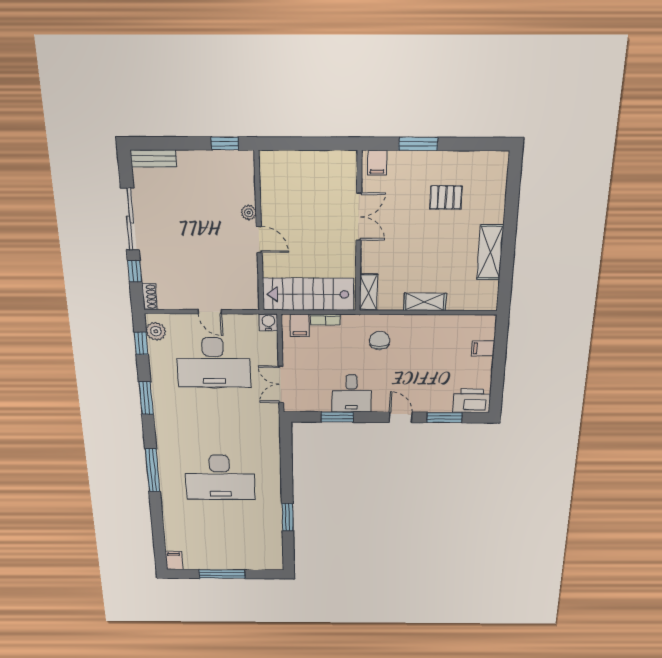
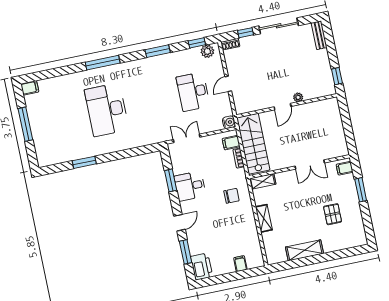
desk: (213, 363) -> (193, 92), width x0.73, depth x0.77

